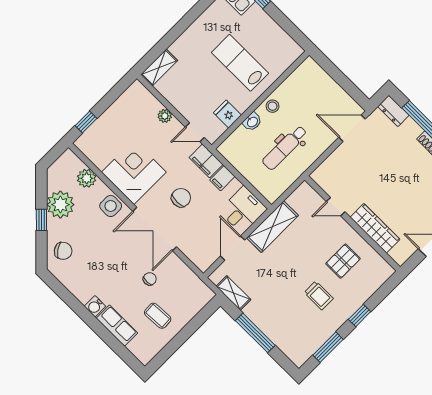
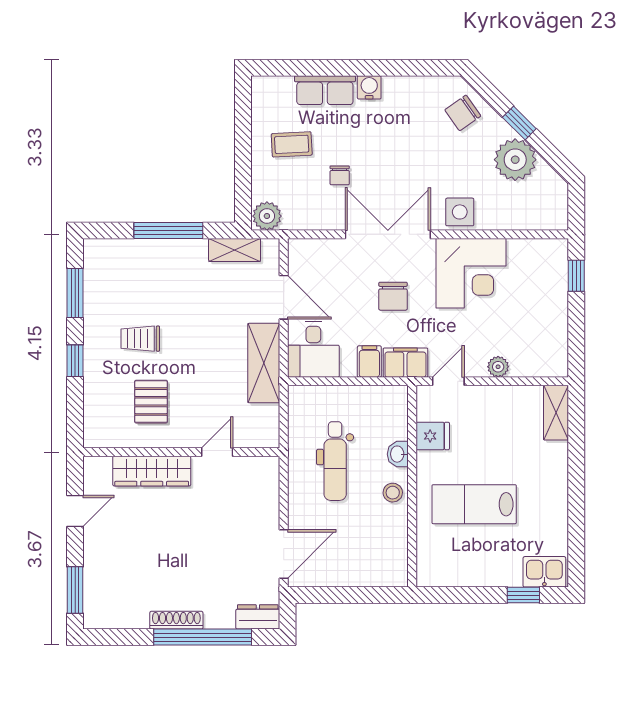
lab bench: (240, 63) -> (474, 504), turned 180
dental chair: (285, 148) -> (335, 461), turned 180
plant: (87, 178) -> (267, 216), moved

